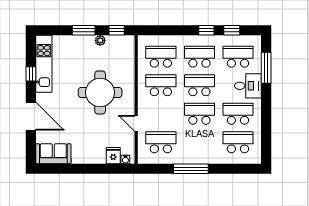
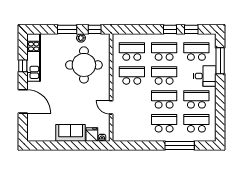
round table: (100, 93) -> (84, 65), moved
school desk: (161, 142) -> (164, 123), moved
sofa: (53, 154) -> (71, 133), moved
window: (191, 169) -> (180, 146), moved

